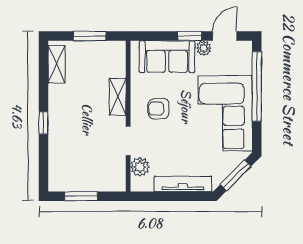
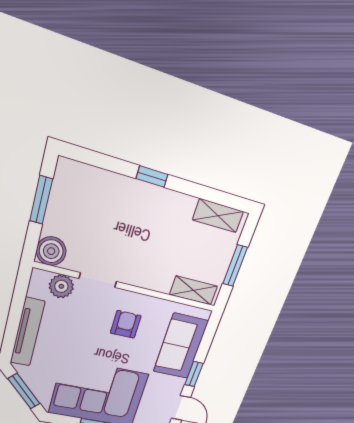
plant: (204, 48) -> (176, 385), removed
shelving: (118, 97) -> (194, 290), moved
boiler: (115, 181) -> (51, 251), added

